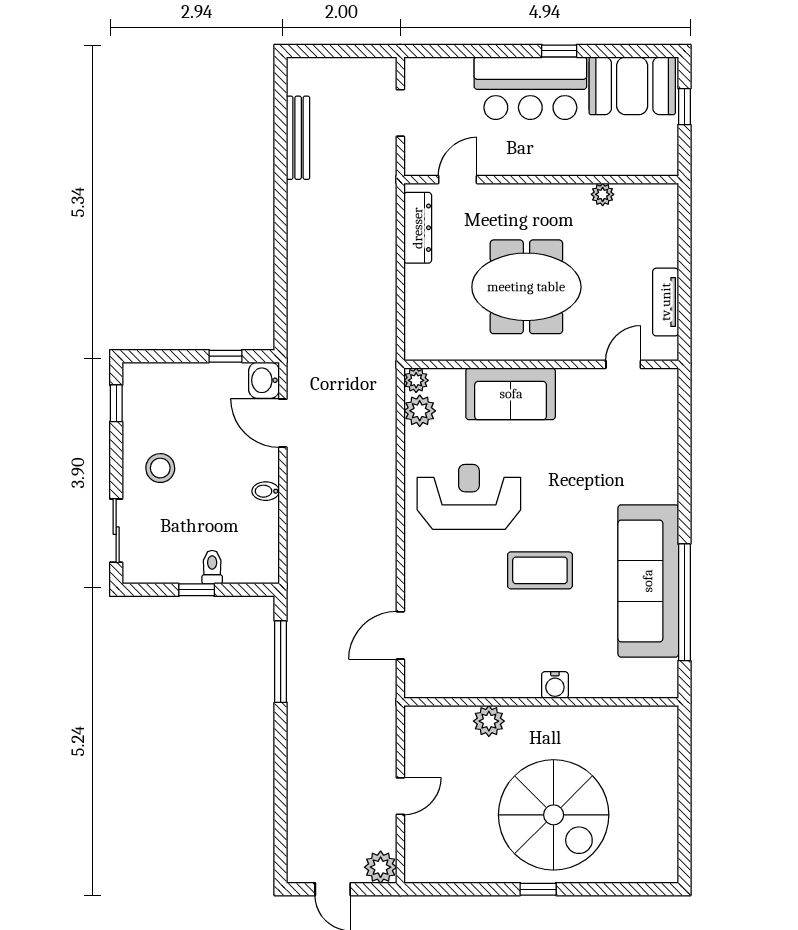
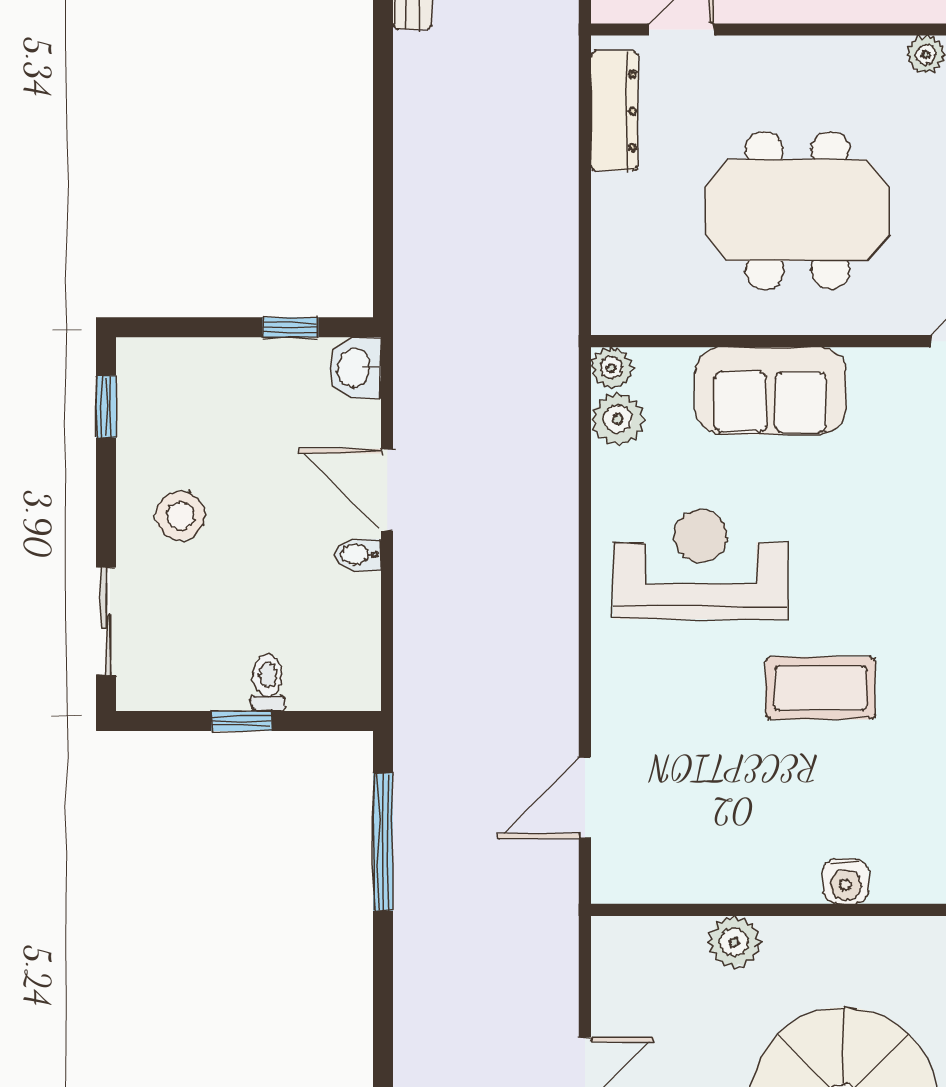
door: (283, 423) -> (387, 490), moved

